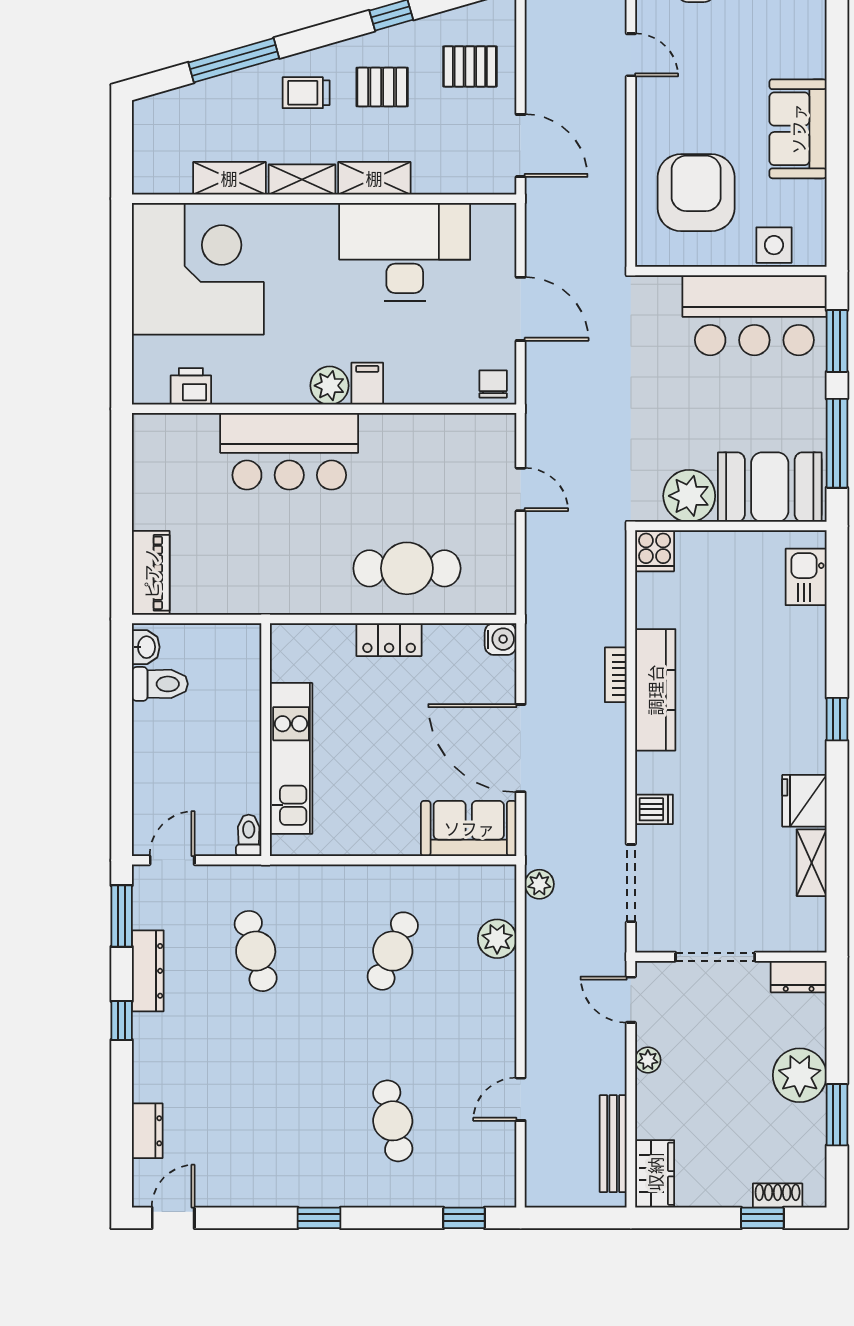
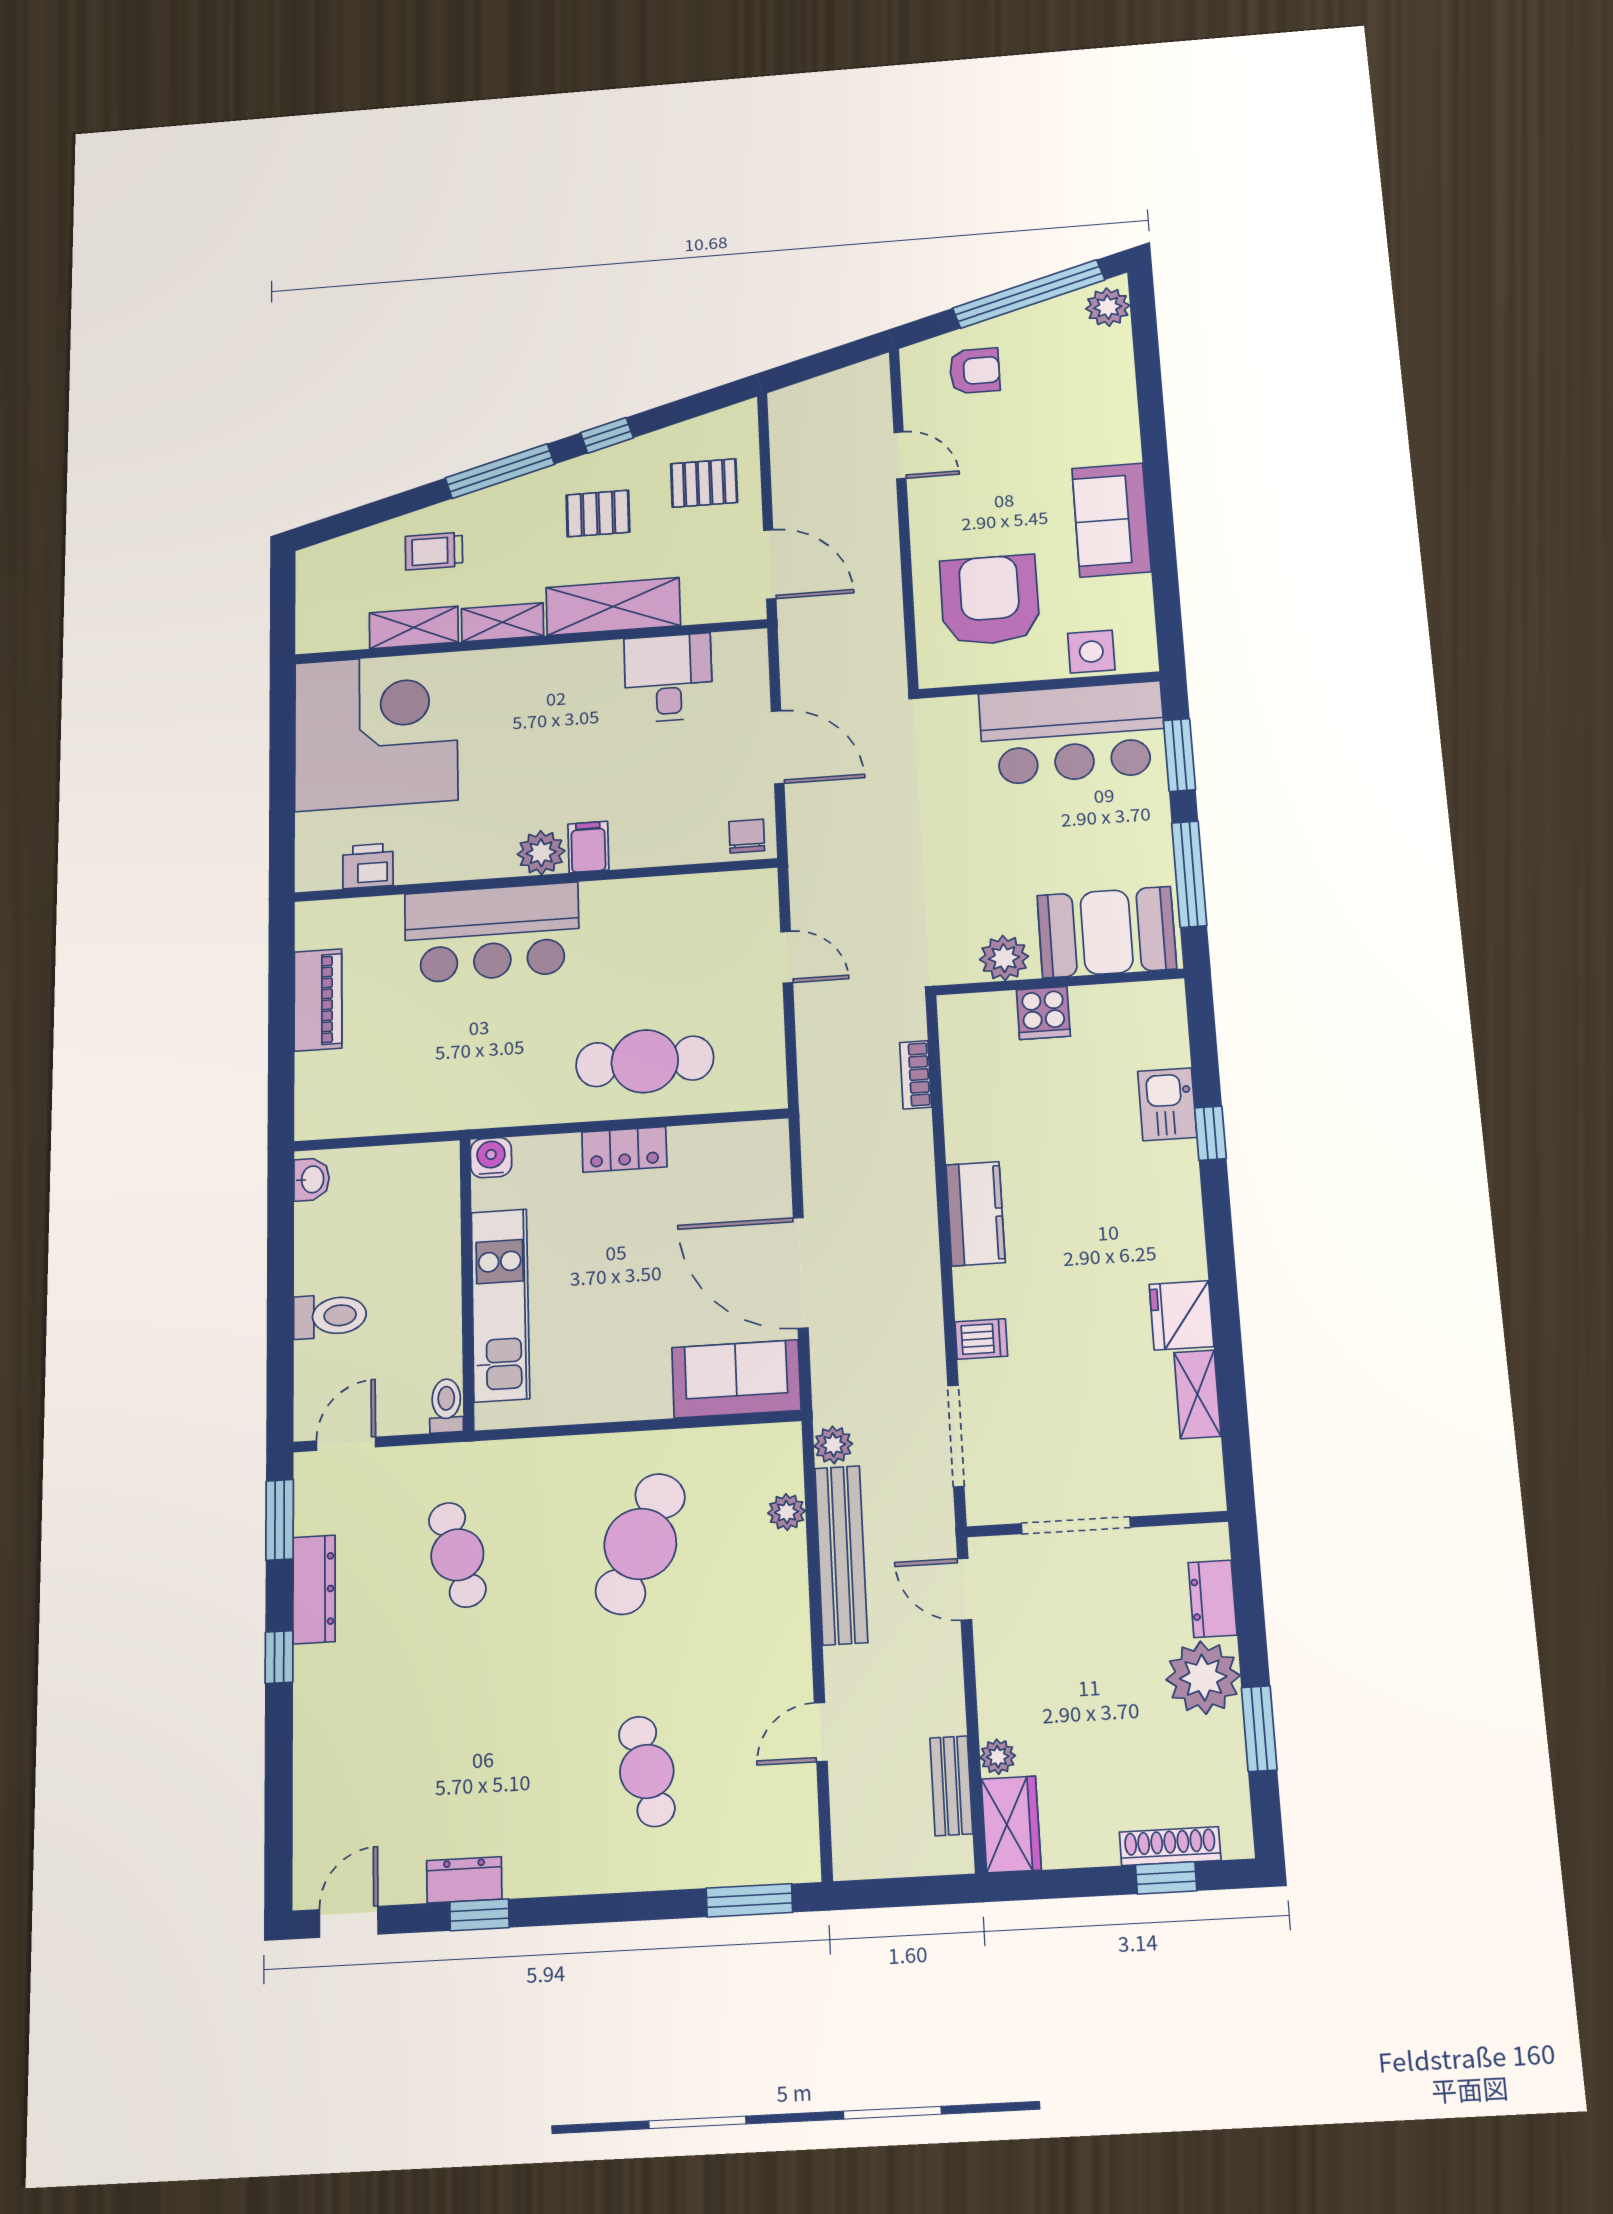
window: (234, 60) -> (500, 471), moved
trolley: (306, 93) -> (434, 551), moved
shelving: (374, 178) -> (613, 606), width x1.50, depth x1.33
desk: (405, 252) -> (668, 678), width x0.53, depth x0.77
plant: (689, 496) -> (1004, 958), width x0.73, depth x0.73
cooker: (655, 551) -> (1043, 1013), moved
piano: (151, 573) -> (318, 1000), moved
kitchen sink: (806, 577) -> (1167, 1104), moved
water cooler: (501, 639) -> (491, 1158), moved, turned -90
bookcase: (616, 675) -> (916, 1075), moved
toilet: (160, 684) -> (330, 1316), moved
kitchen counter: (655, 690) -> (975, 1214), width x0.67
window: (837, 719) -> (1210, 1133), moved
plant: (497, 939) -> (787, 1512), width x0.73, depth x0.73
cafe table: (393, 951) -> (640, 1544), width x1.37, depth x1.35
bench: (541, 968) -> (841, 1555), added
dresser: (799, 977) -> (1213, 1599), moved, turned 90
plant: (648, 1060) -> (998, 1757), moved
dresser: (147, 1131) -> (464, 1880), moved, turned -90
bench: (613, 1144) -> (951, 1786), width x0.73
shoe rack: (778, 1196) -> (1170, 1846), width x1.43
window: (319, 1218) -> (479, 1915), moved
window: (464, 1218) -> (749, 1900), width x1.50

